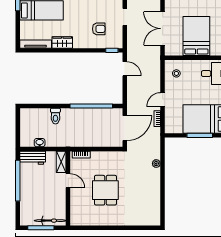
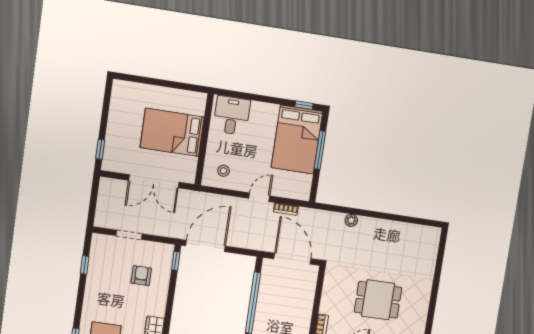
door: (125, 69) -> (206, 246), width x1.87
door: (163, 100) -> (259, 197), swing flipped

